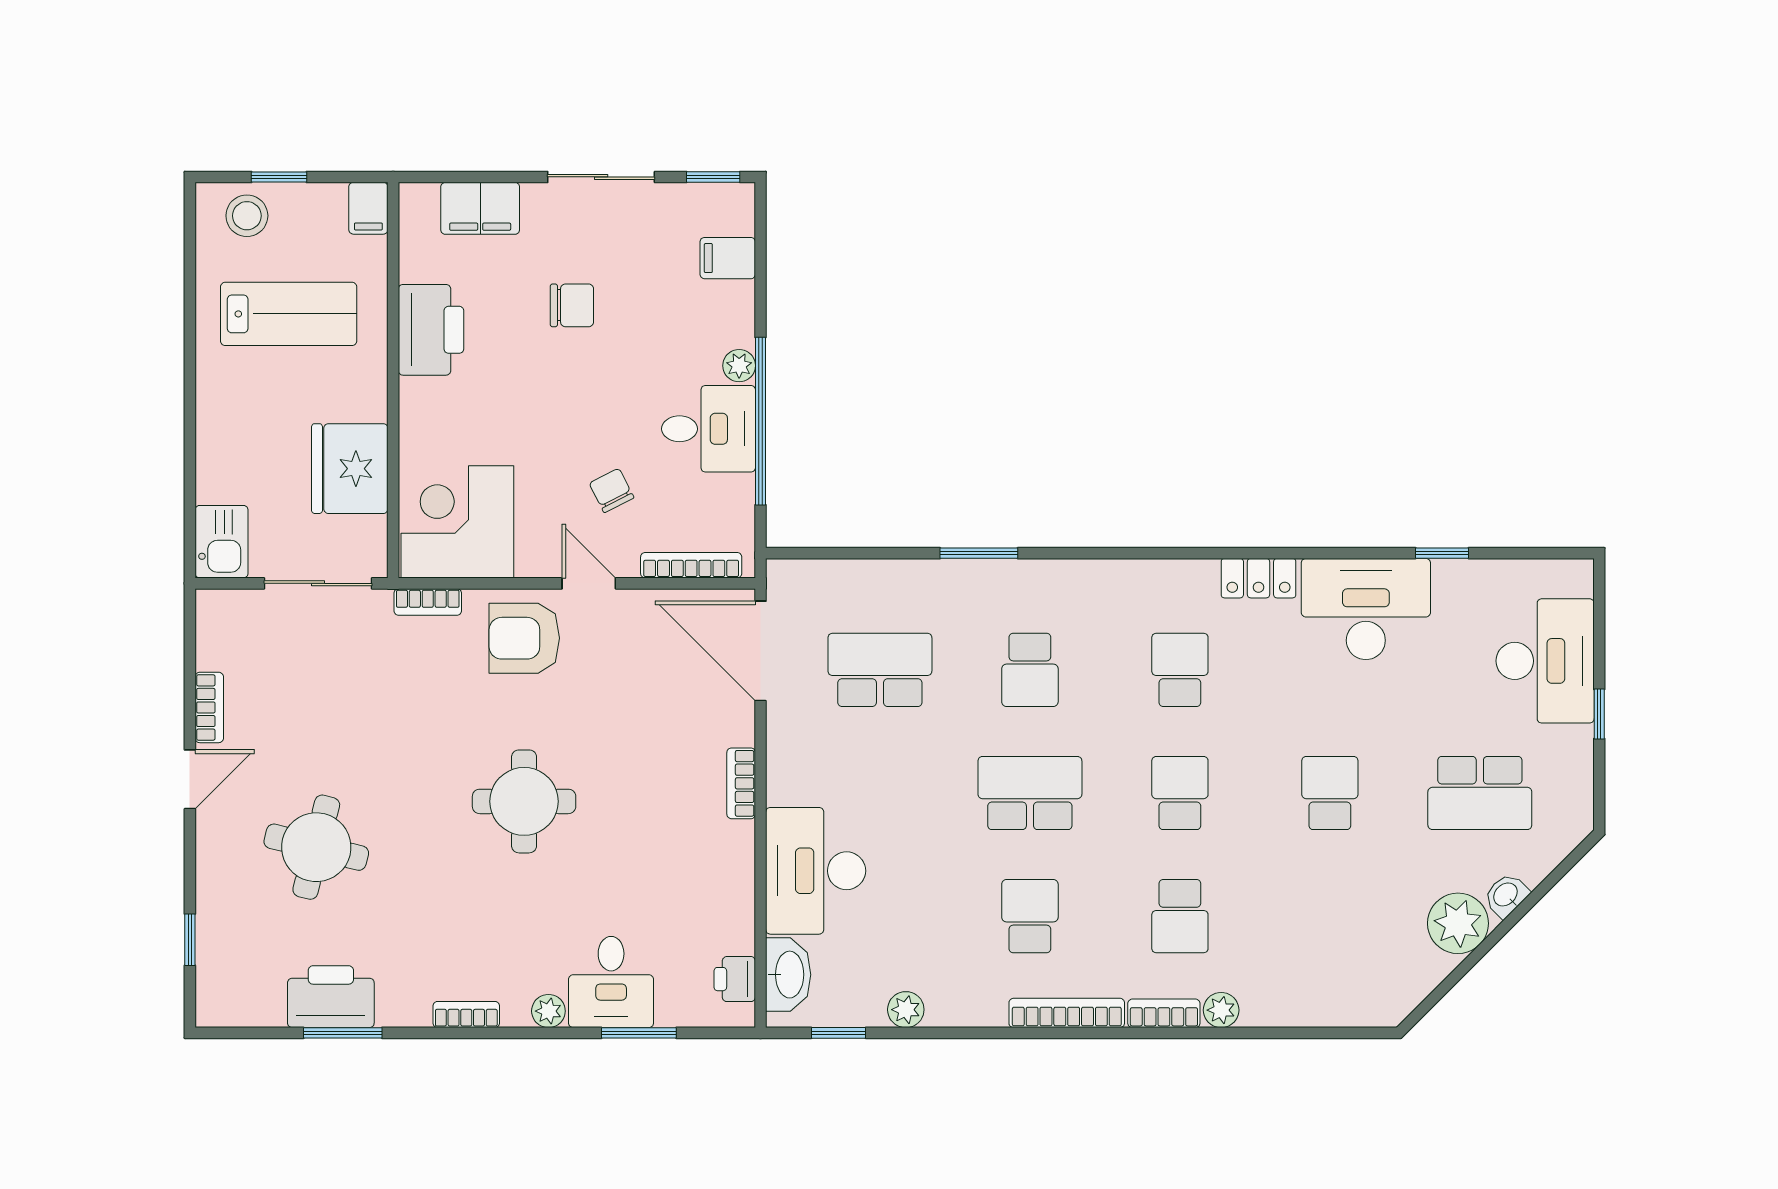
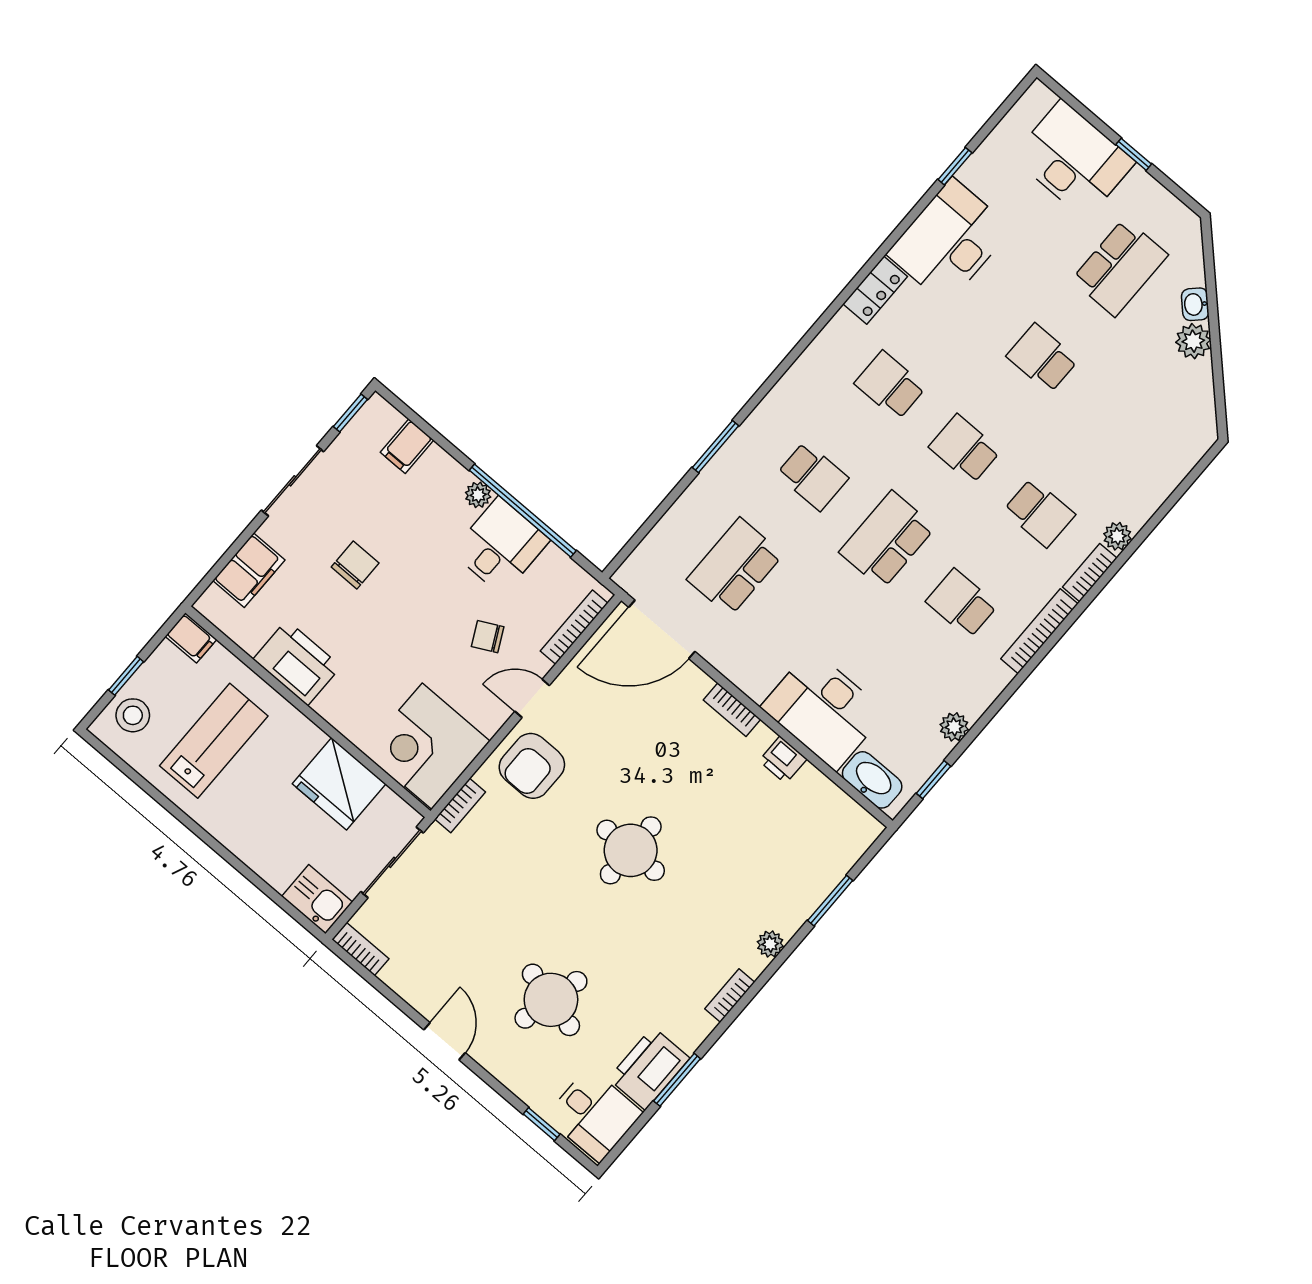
bookcase: (209, 707) -> (360, 949), moved
plant: (1458, 923) -> (1193, 341), width x0.73, depth x0.73
printer: (735, 979) -> (783, 760), moved
desk: (611, 982) -> (594, 1115), moved

